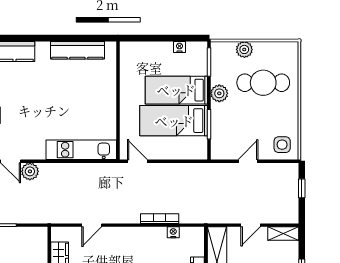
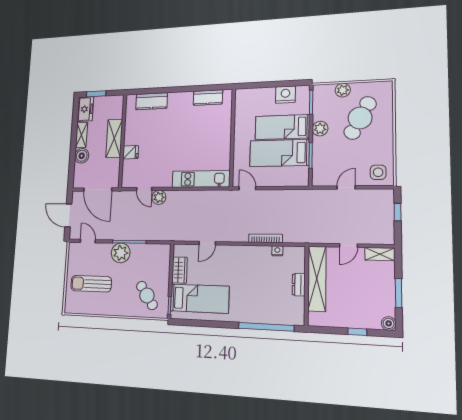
nightstand: (180, 47) -> (285, 95), width x1.89, depth x1.79
kitchen counter: (77, 50) -> (208, 97), width x0.67
cafe table: (263, 83) -> (360, 118), turned -62

